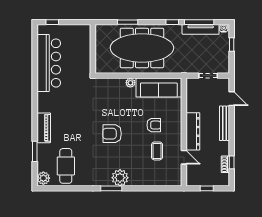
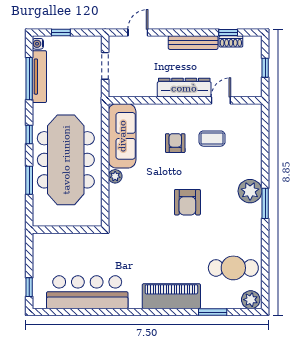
window: (172, 22) -> (29, 135), moved
bench: (224, 123) -> (193, 43), moved
piano: (44, 128) -> (171, 296), width x1.37, depth x1.33

